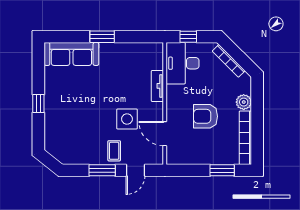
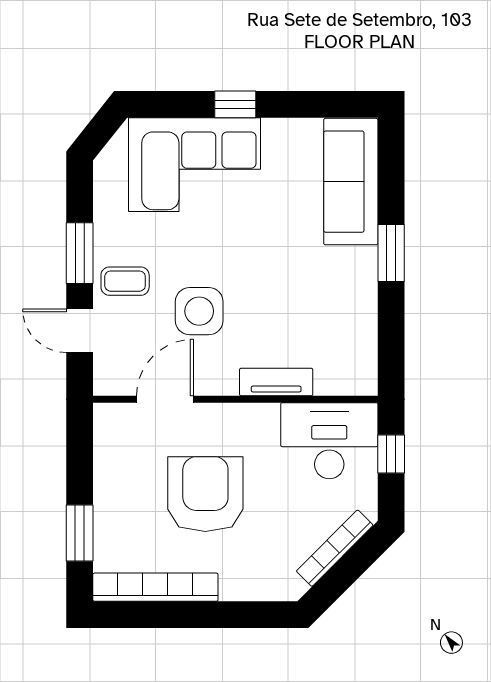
plant: (244, 102) -> (239, 583), removed
armchair: (205, 116) -> (205, 494), width x1.36, depth x1.36
corner sofa: (64, 121) -> (195, 165), added

